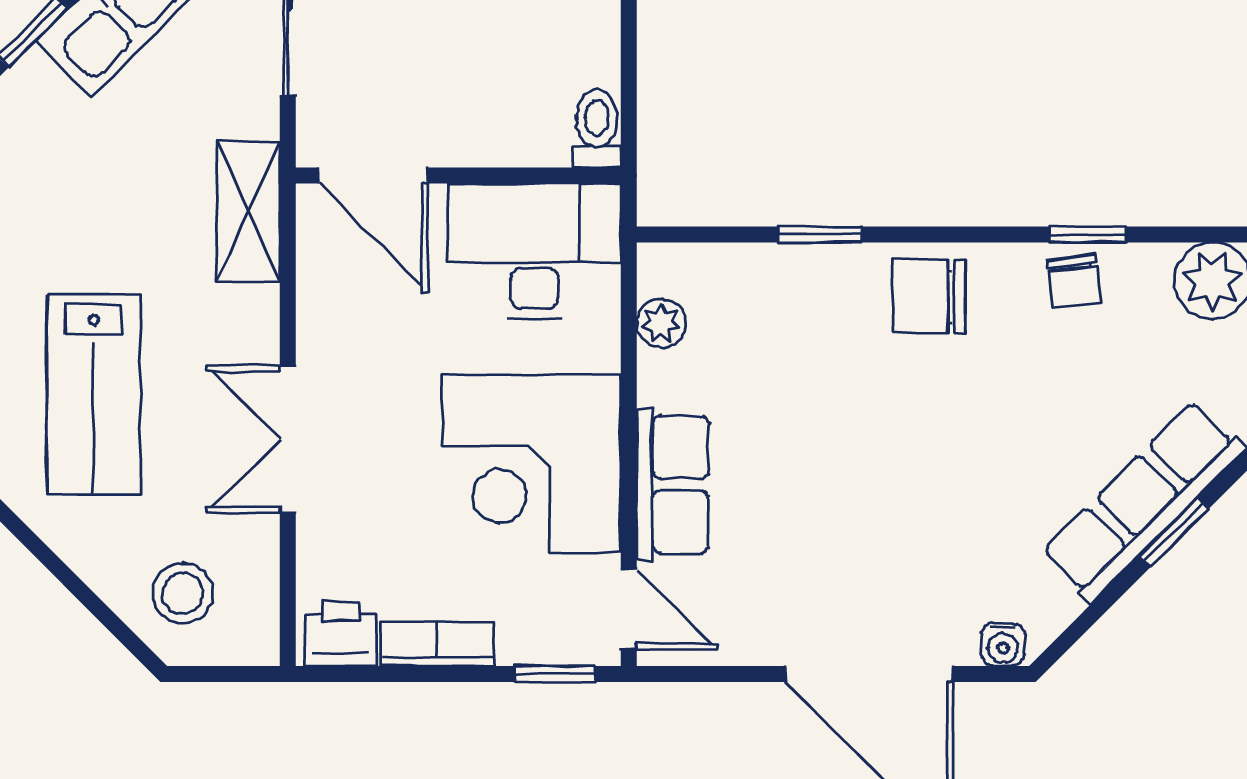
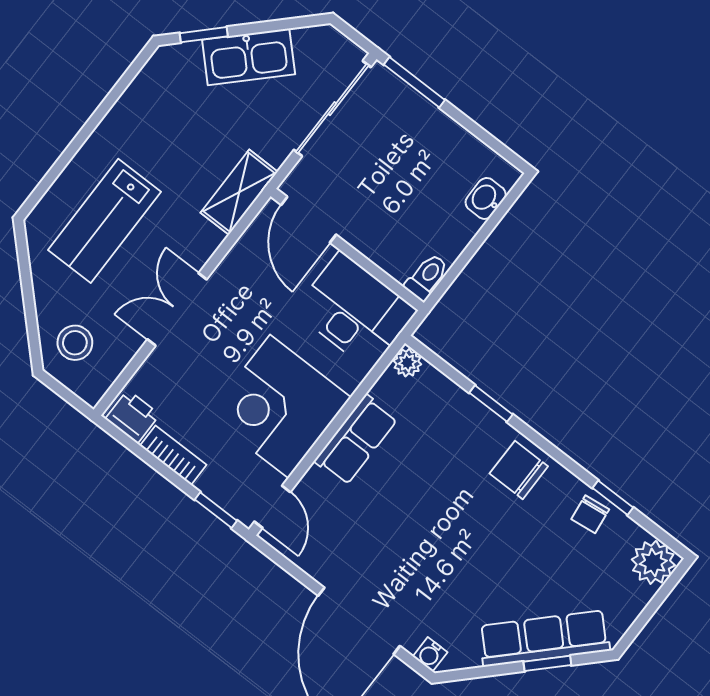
plant: (661, 323) -> (407, 363), moved
row of seats: (673, 485) -> (356, 440), moved

